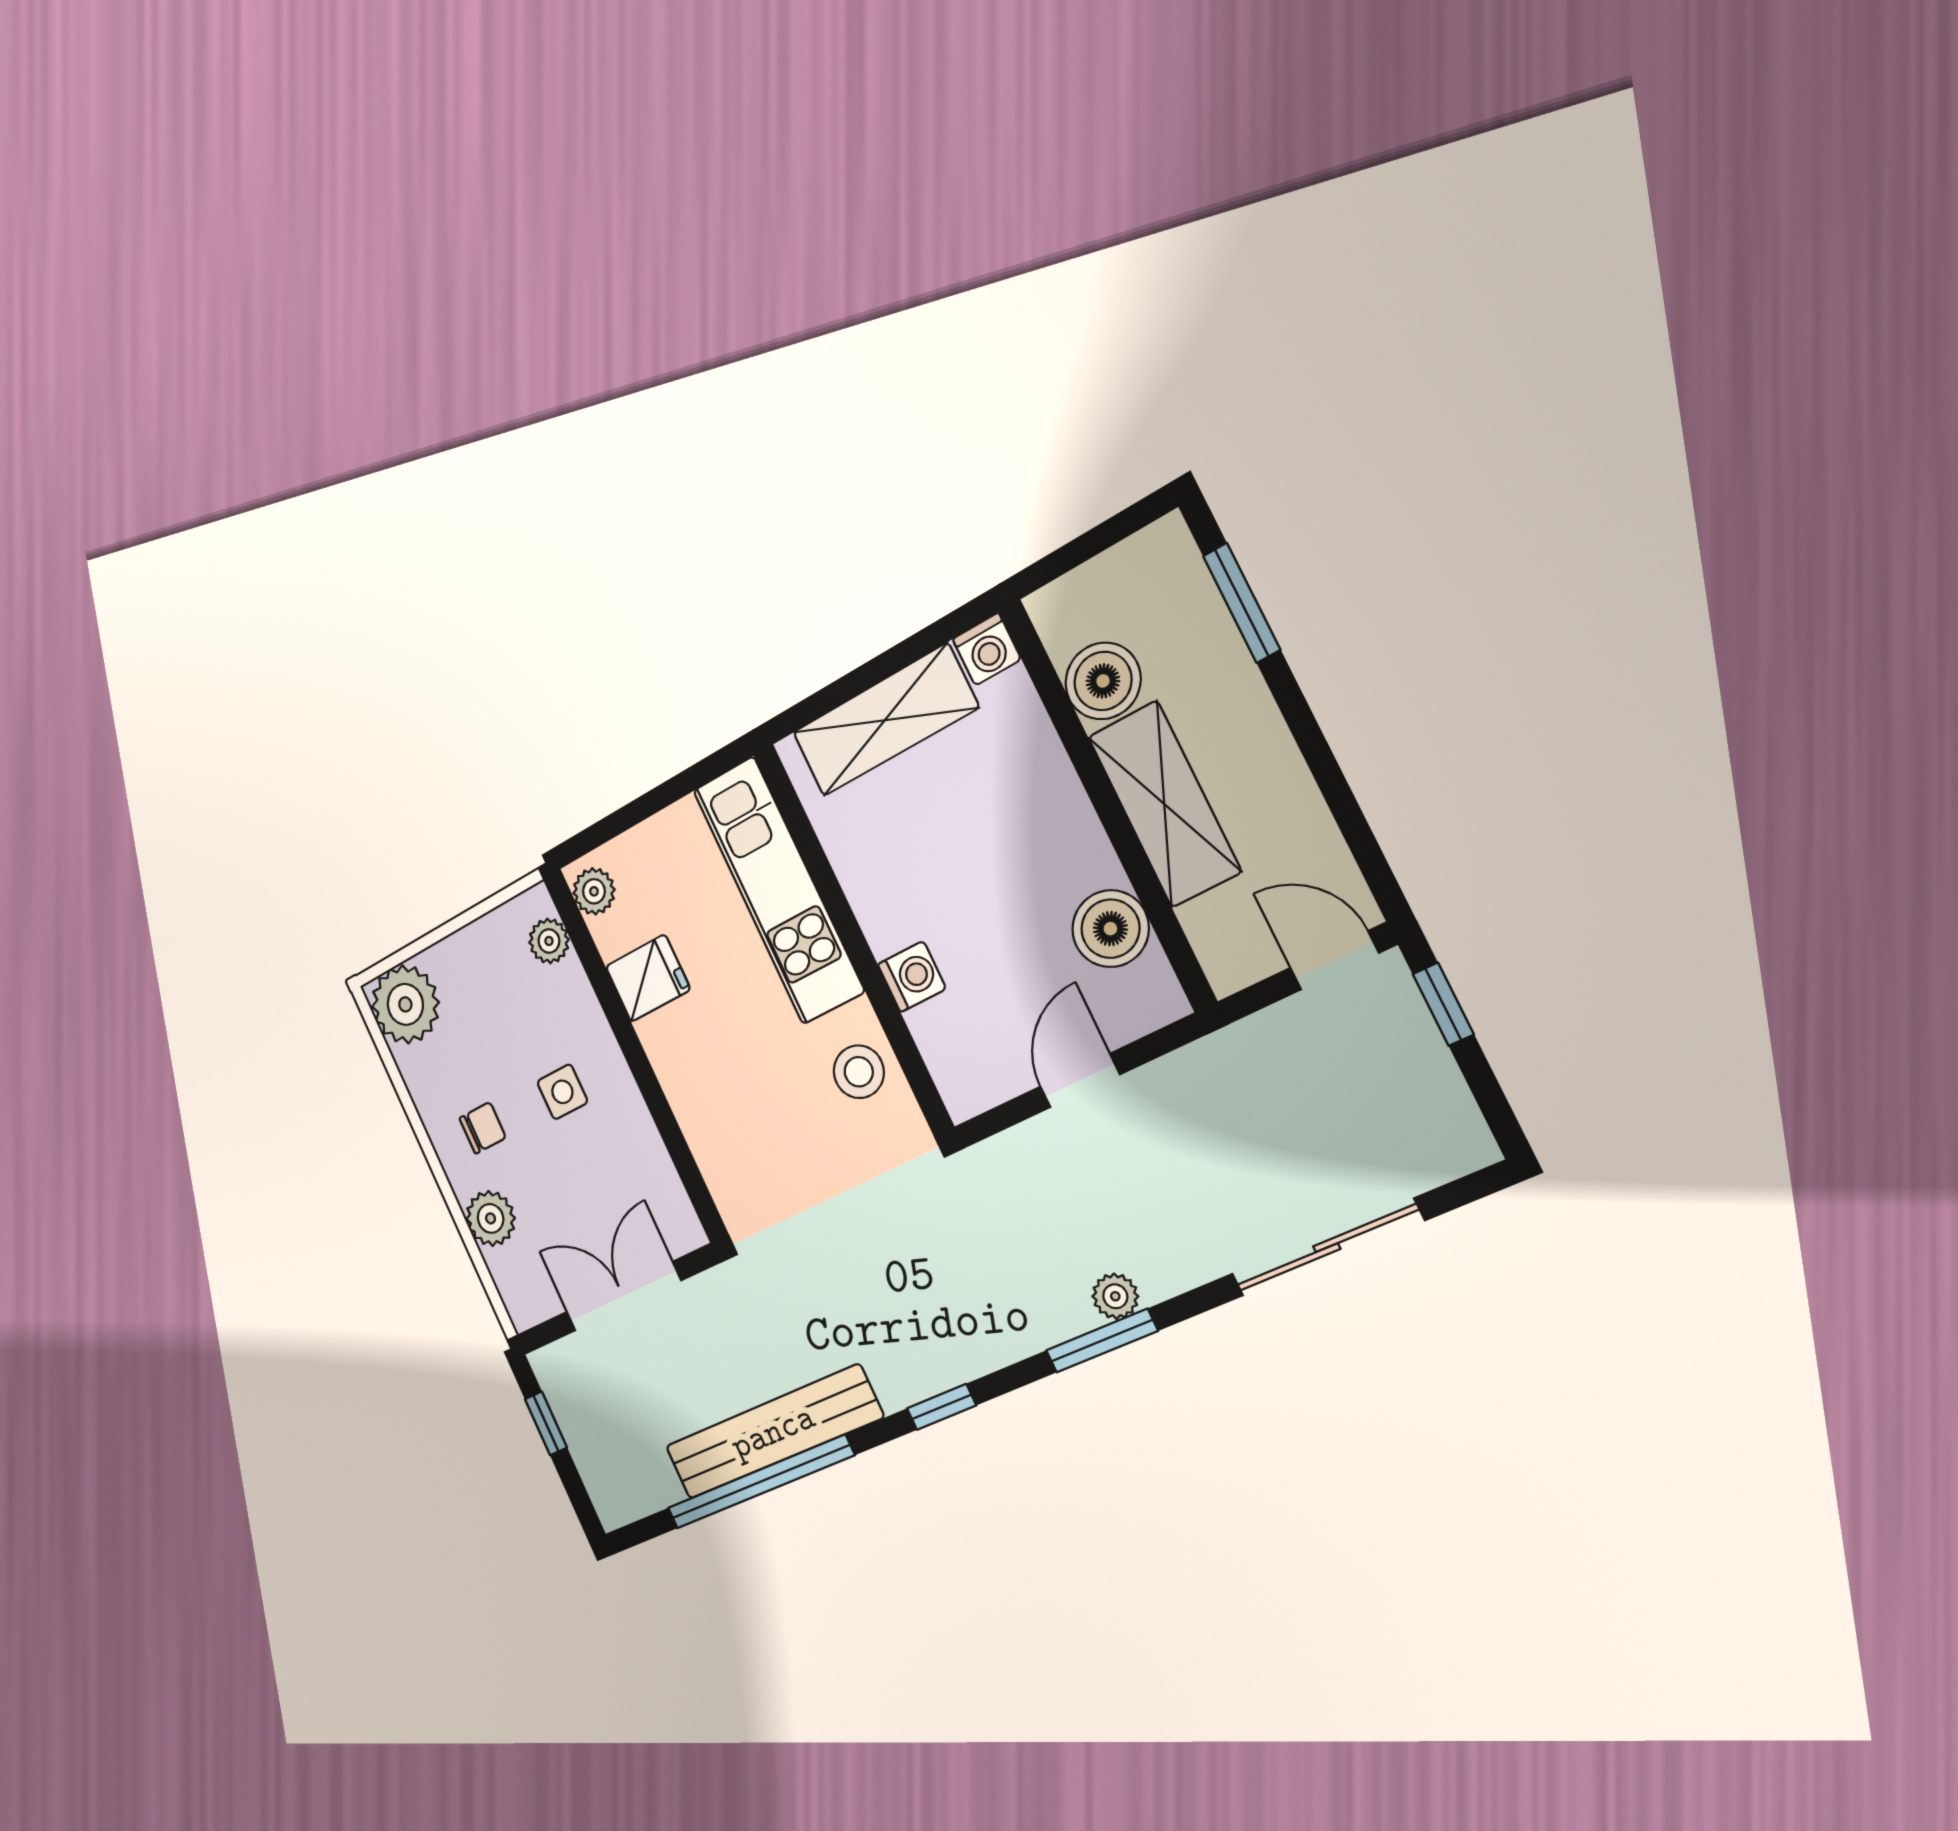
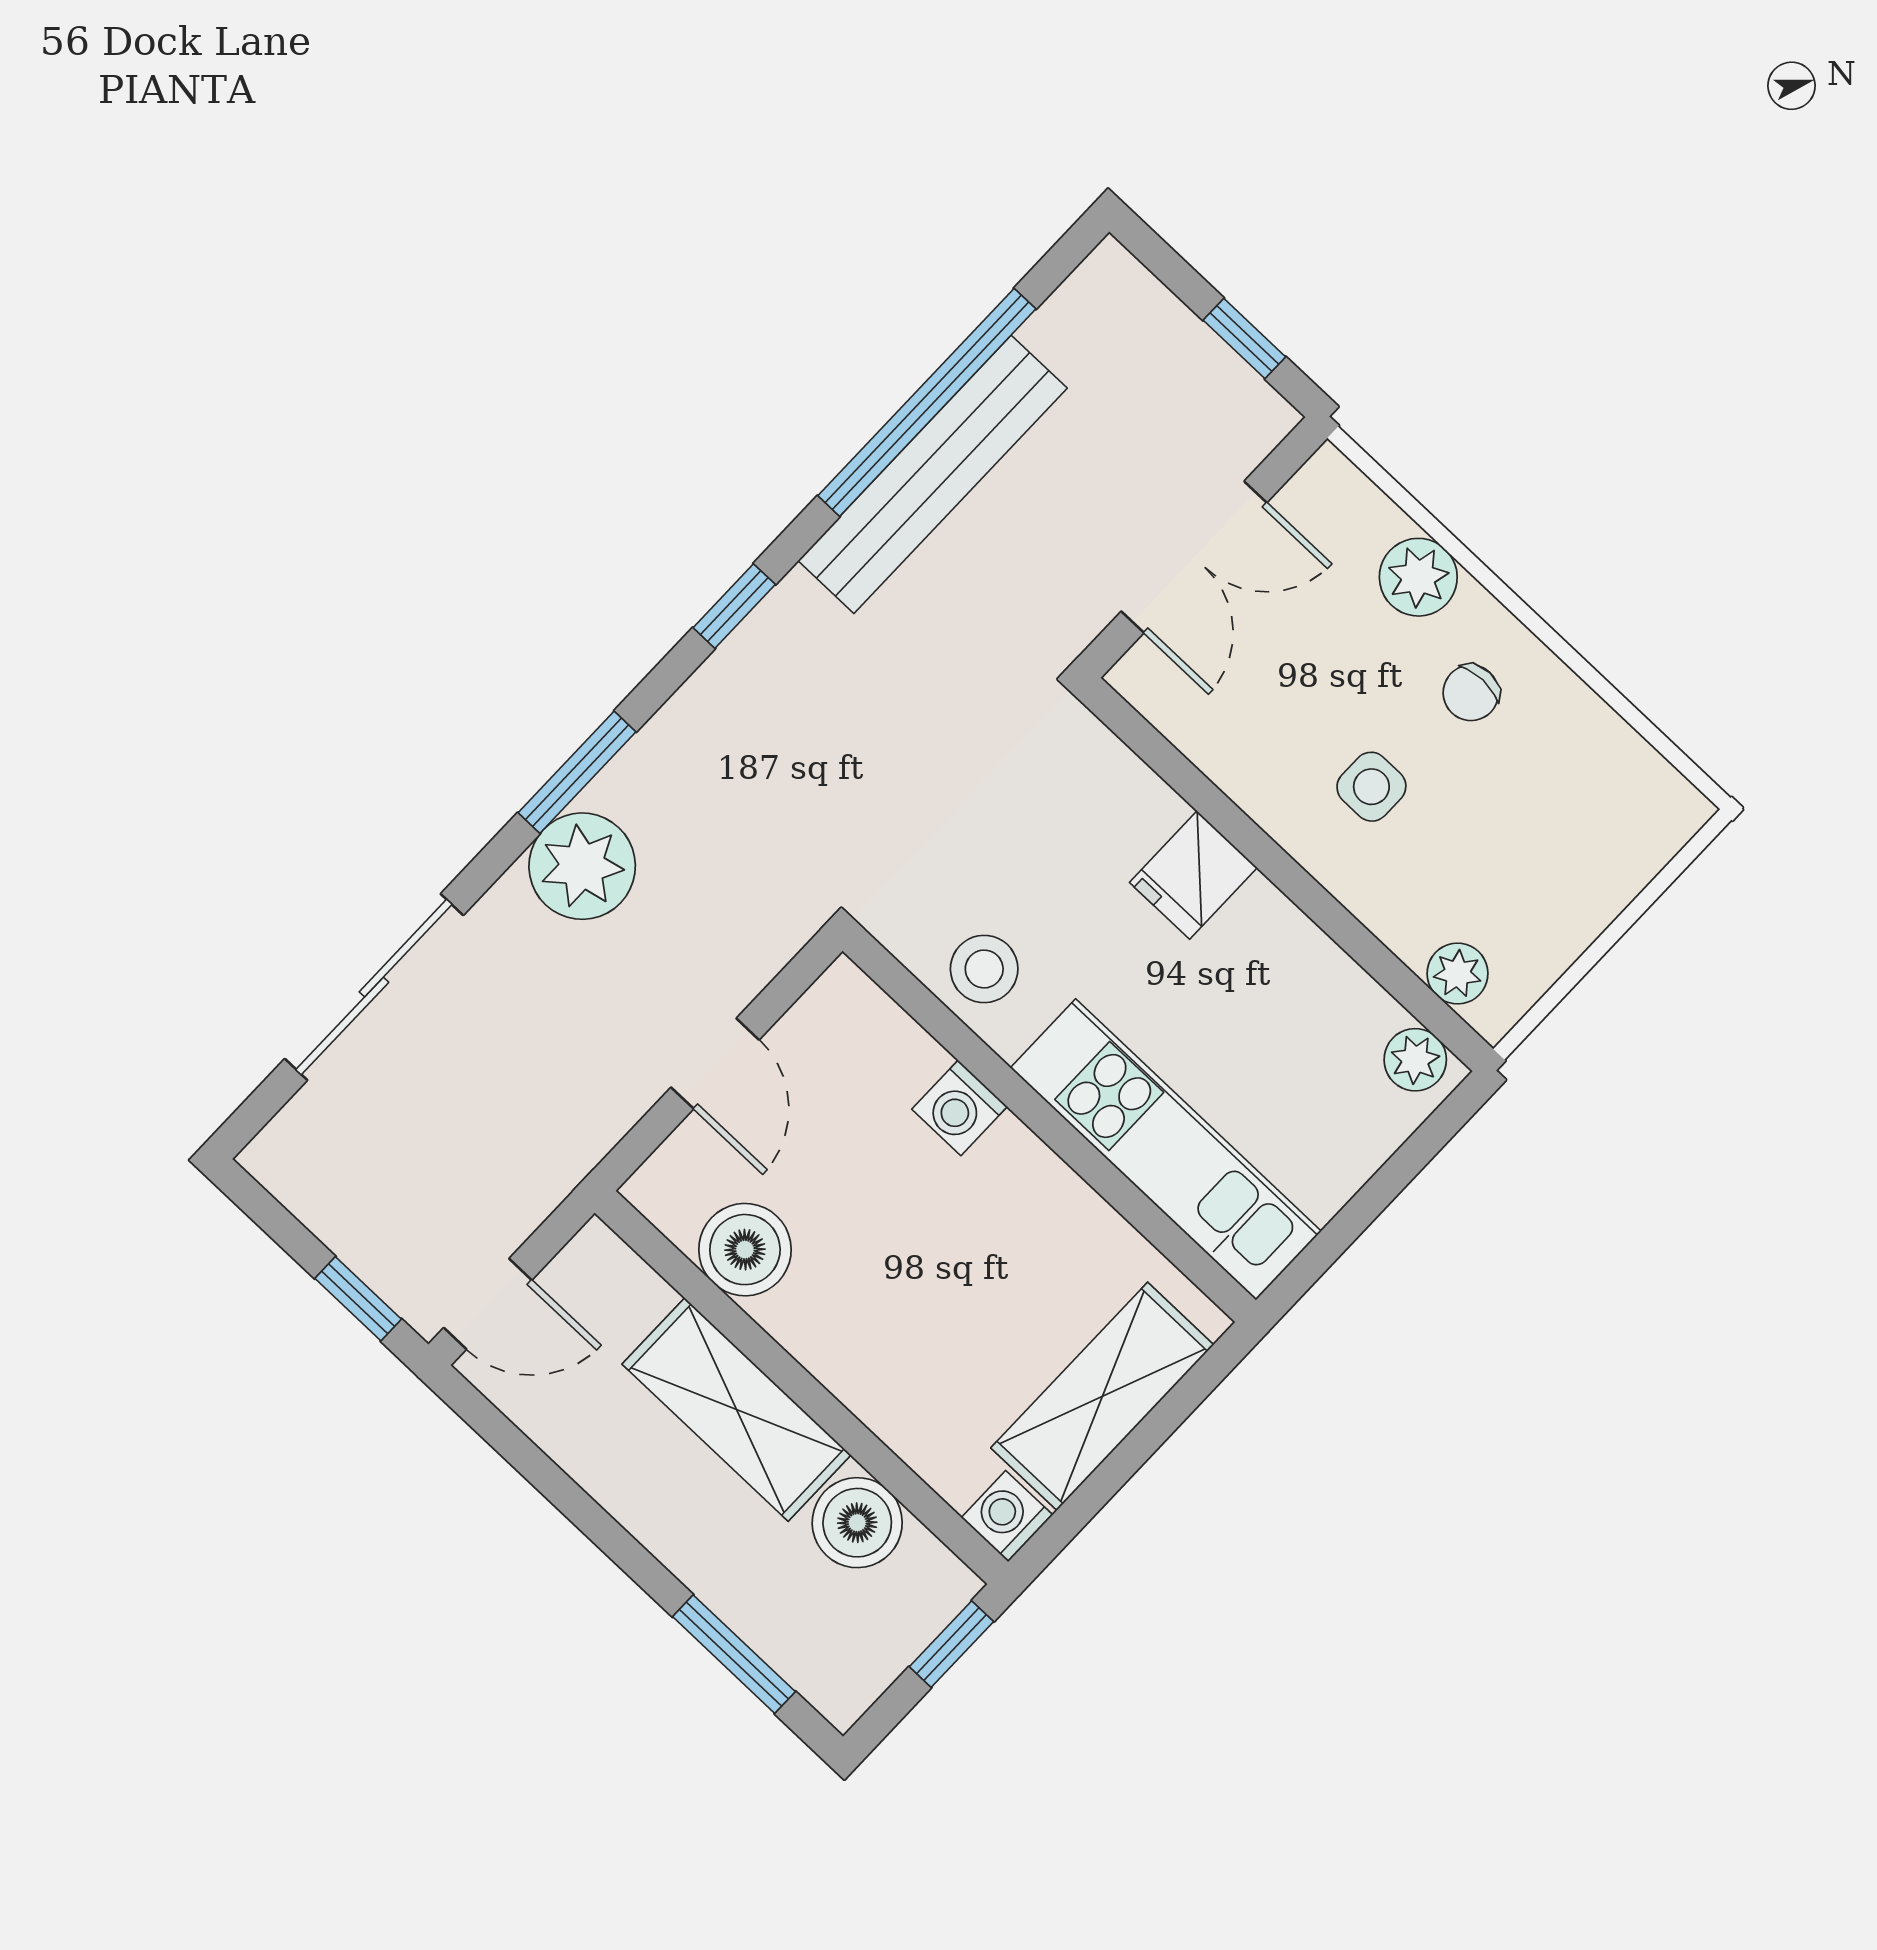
window: (1065, 559) -> (951, 1644), added
fridge: (648, 978) -> (1193, 875), moved
plant: (405, 1004) -> (1642, 811), removed
plant: (1115, 1296) -> (582, 866), width x1.87, depth x1.87

